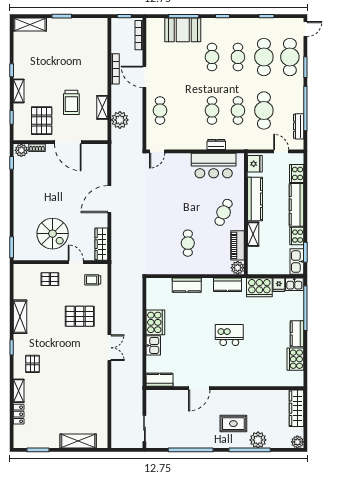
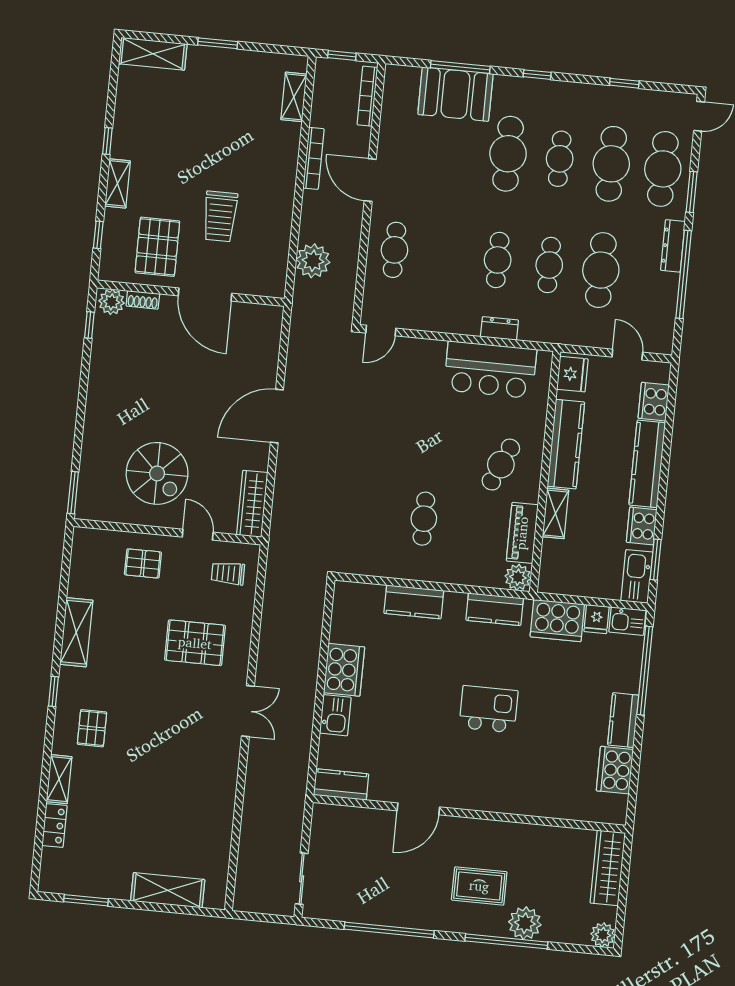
cafe table: (212, 57) -> (508, 154), width x1.37, depth x1.35
shelving: (102, 107) -> (294, 97), moved
dresser: (299, 126) -> (673, 246), moved

